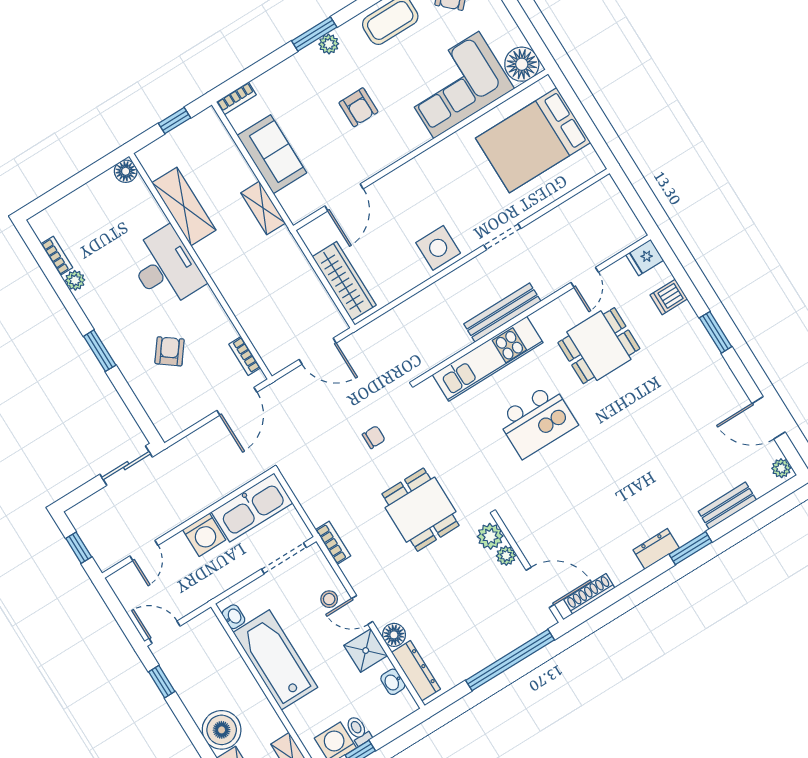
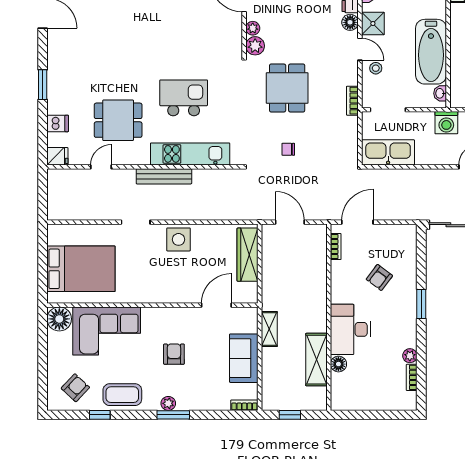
floor lamp: (126, 171) -> (338, 364), moved
washing machine: (204, 535) -> (446, 123), moved, turned 180

